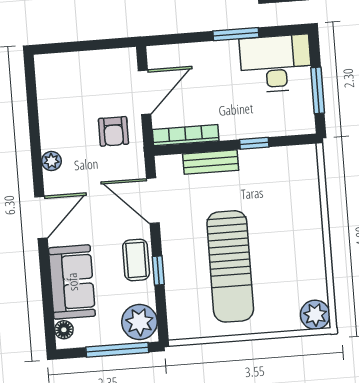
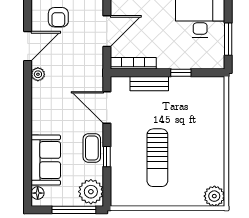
armchair: (113, 131) -> (58, 17), moved
door: (41, 217) -> (28, 46), moved
sun lounger: (230, 266) -> (157, 158), width x0.73, depth x0.75

